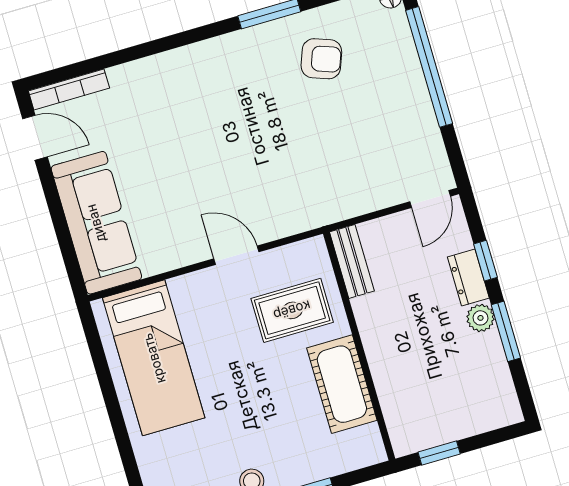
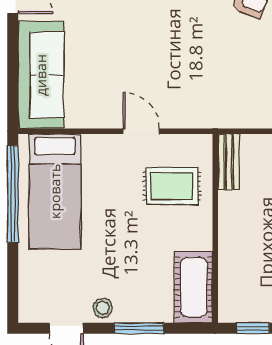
window: (104, 376) -> (13, 194), added
cot: (342, 384) -> (194, 287), moved

